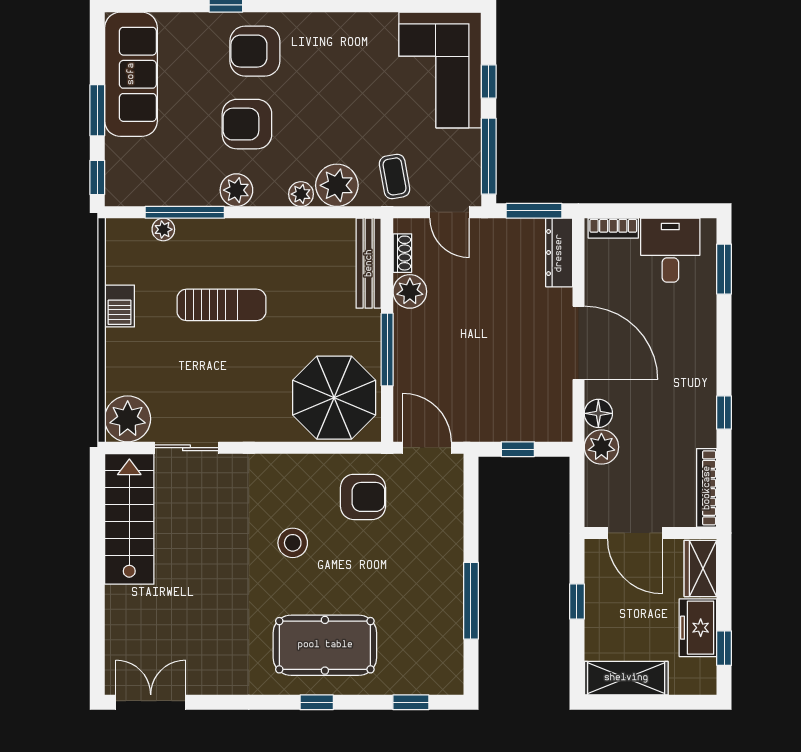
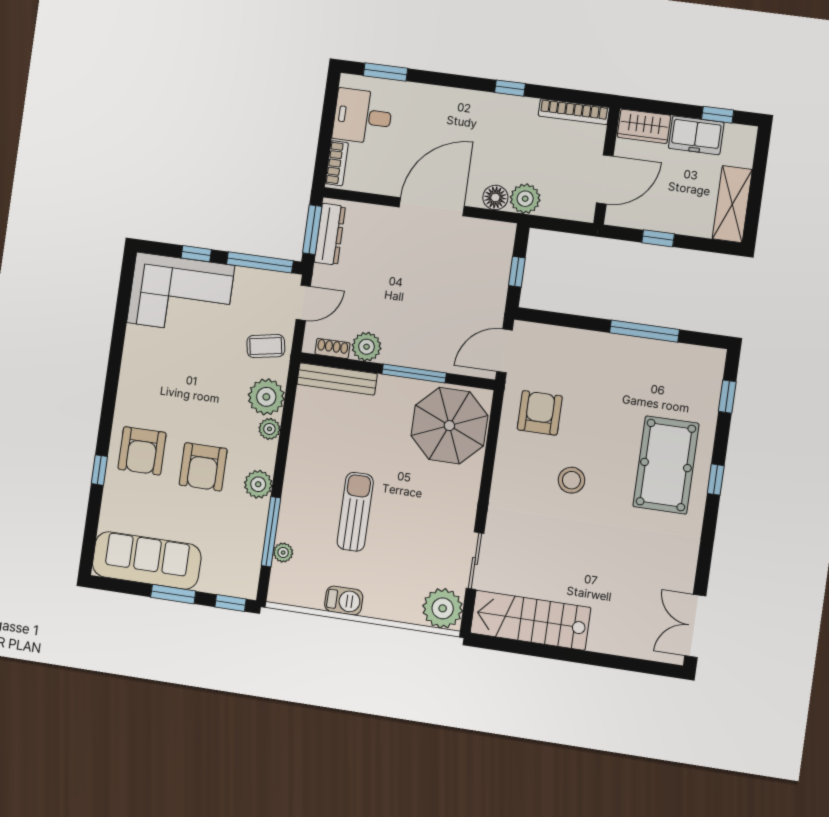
dresser: (559, 253) -> (330, 234), moved, turned -90

